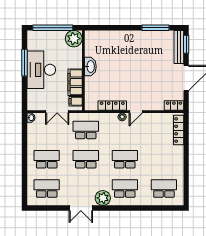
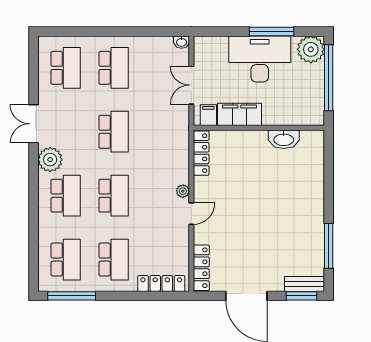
plant: (74, 39) -> (311, 49), moved
bench: (179, 47) -> (304, 284), width x0.73
washbasin: (90, 67) -> (284, 139), moved
locker: (112, 106) -> (201, 153), moved
locker: (174, 106) -> (201, 268), width x1.53
door: (136, 112) -> (191, 214), swing flipped
school desk: (86, 130) -> (114, 260), moved
window: (186, 185) -> (72, 296), added

